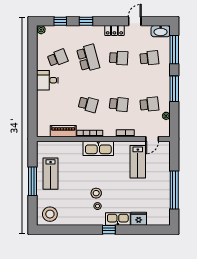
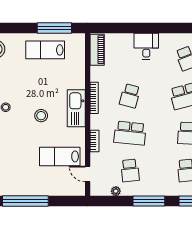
desk: (47, 80) -> (146, 46), moved
school desk: (119, 104) -> (130, 133), width x1.85
piano: (63, 131) -> (97, 50), moved
window: (33, 181) -> (54, 28), moved
stool: (96, 193) -> (41, 116), moved

